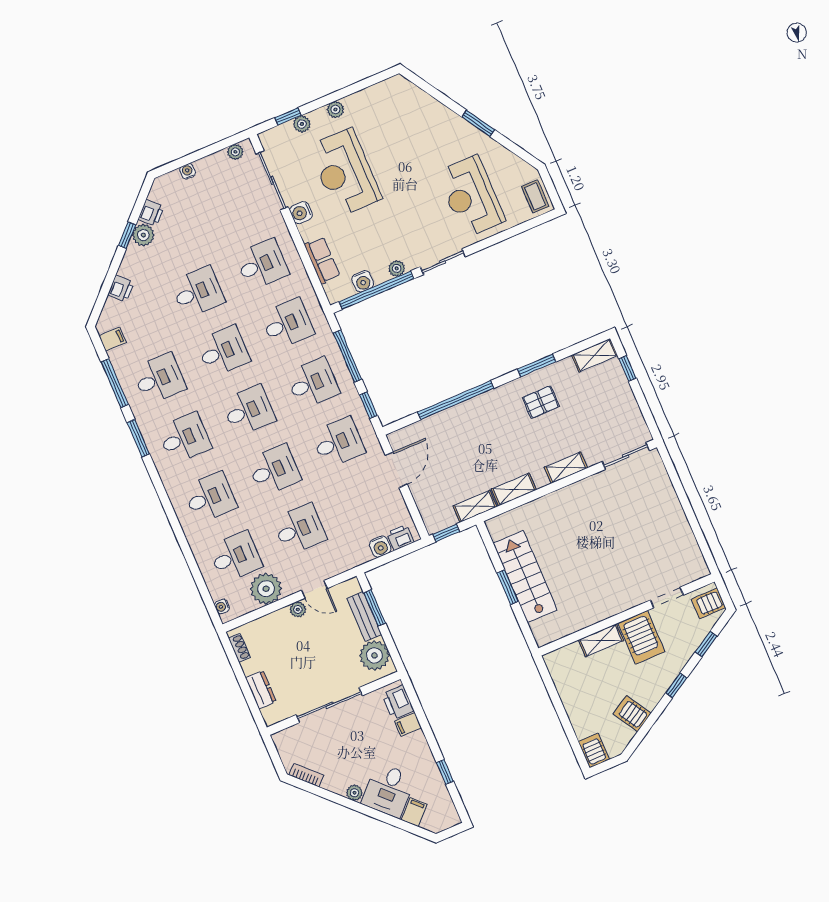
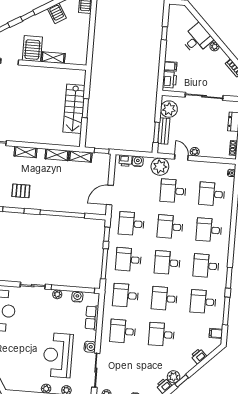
reception desk: (345, 172) -> (58, 355), turned 180
plant: (266, 589) -> (160, 167), moved
filing cabinet: (414, 812) -> (190, 21), removed

